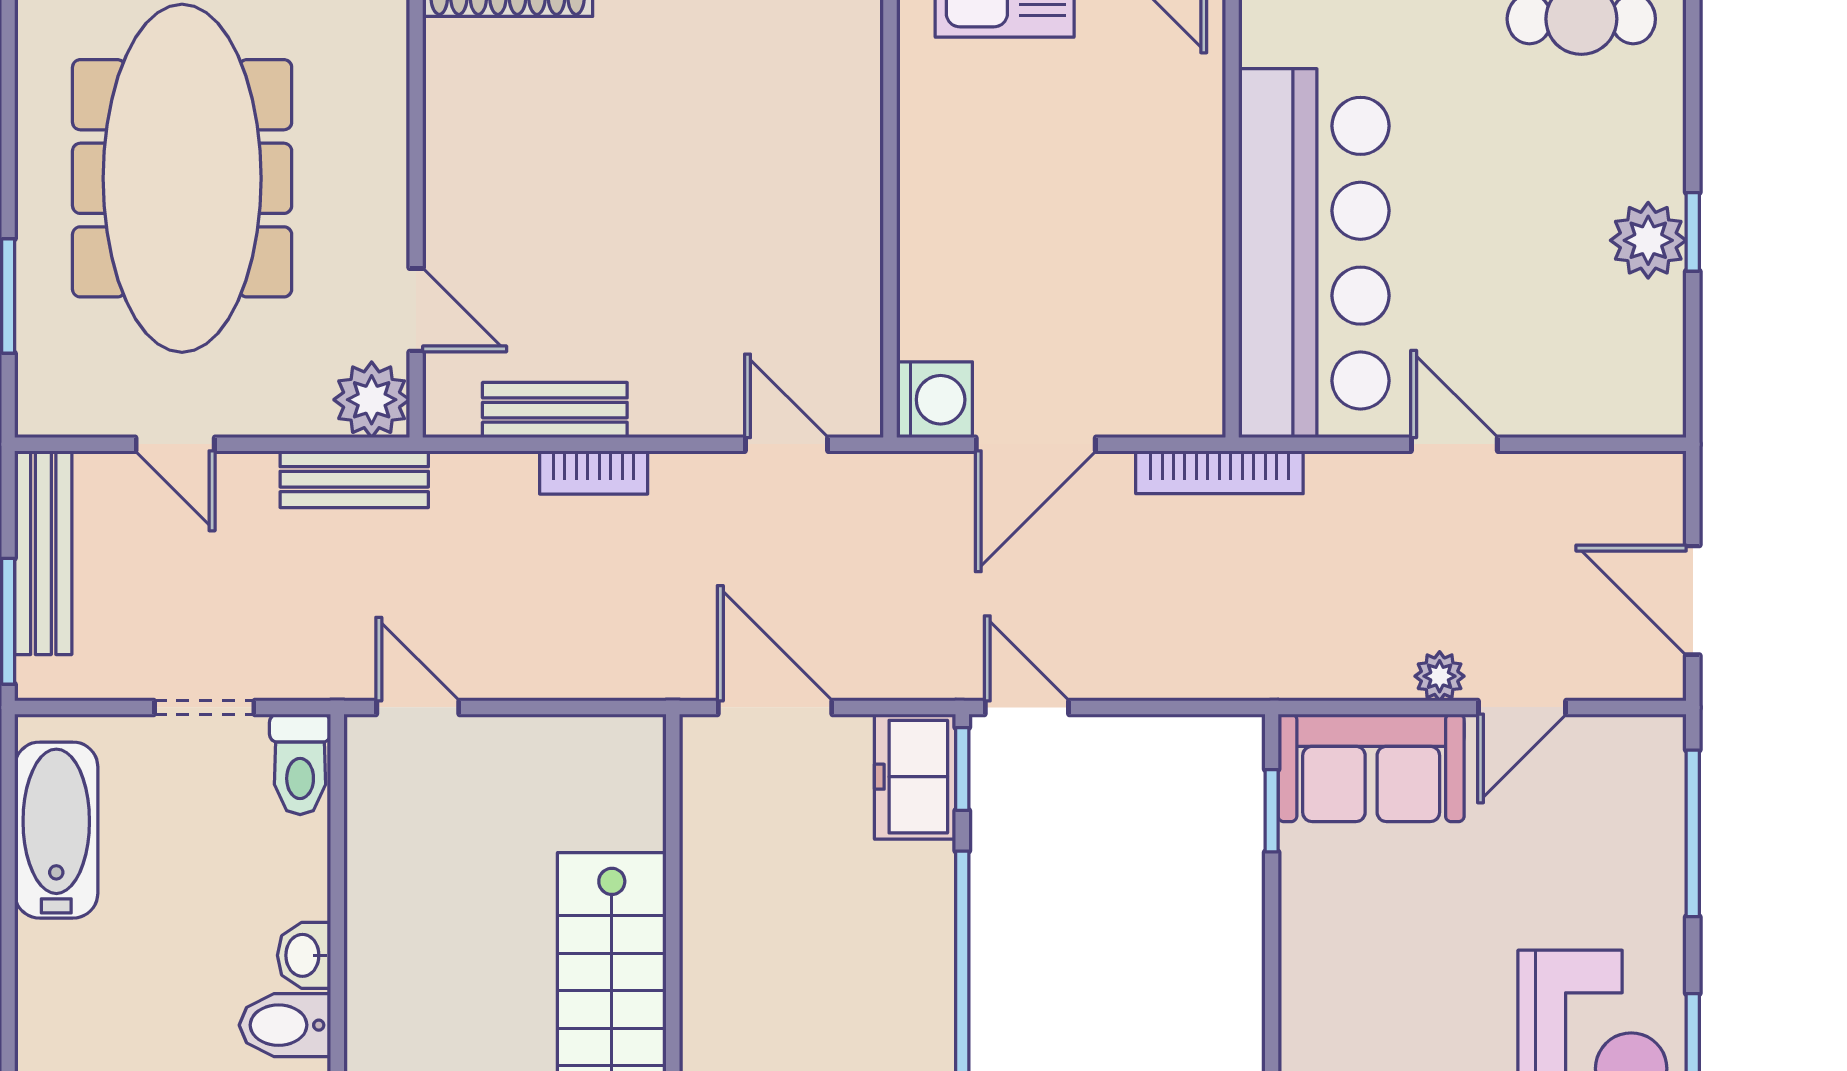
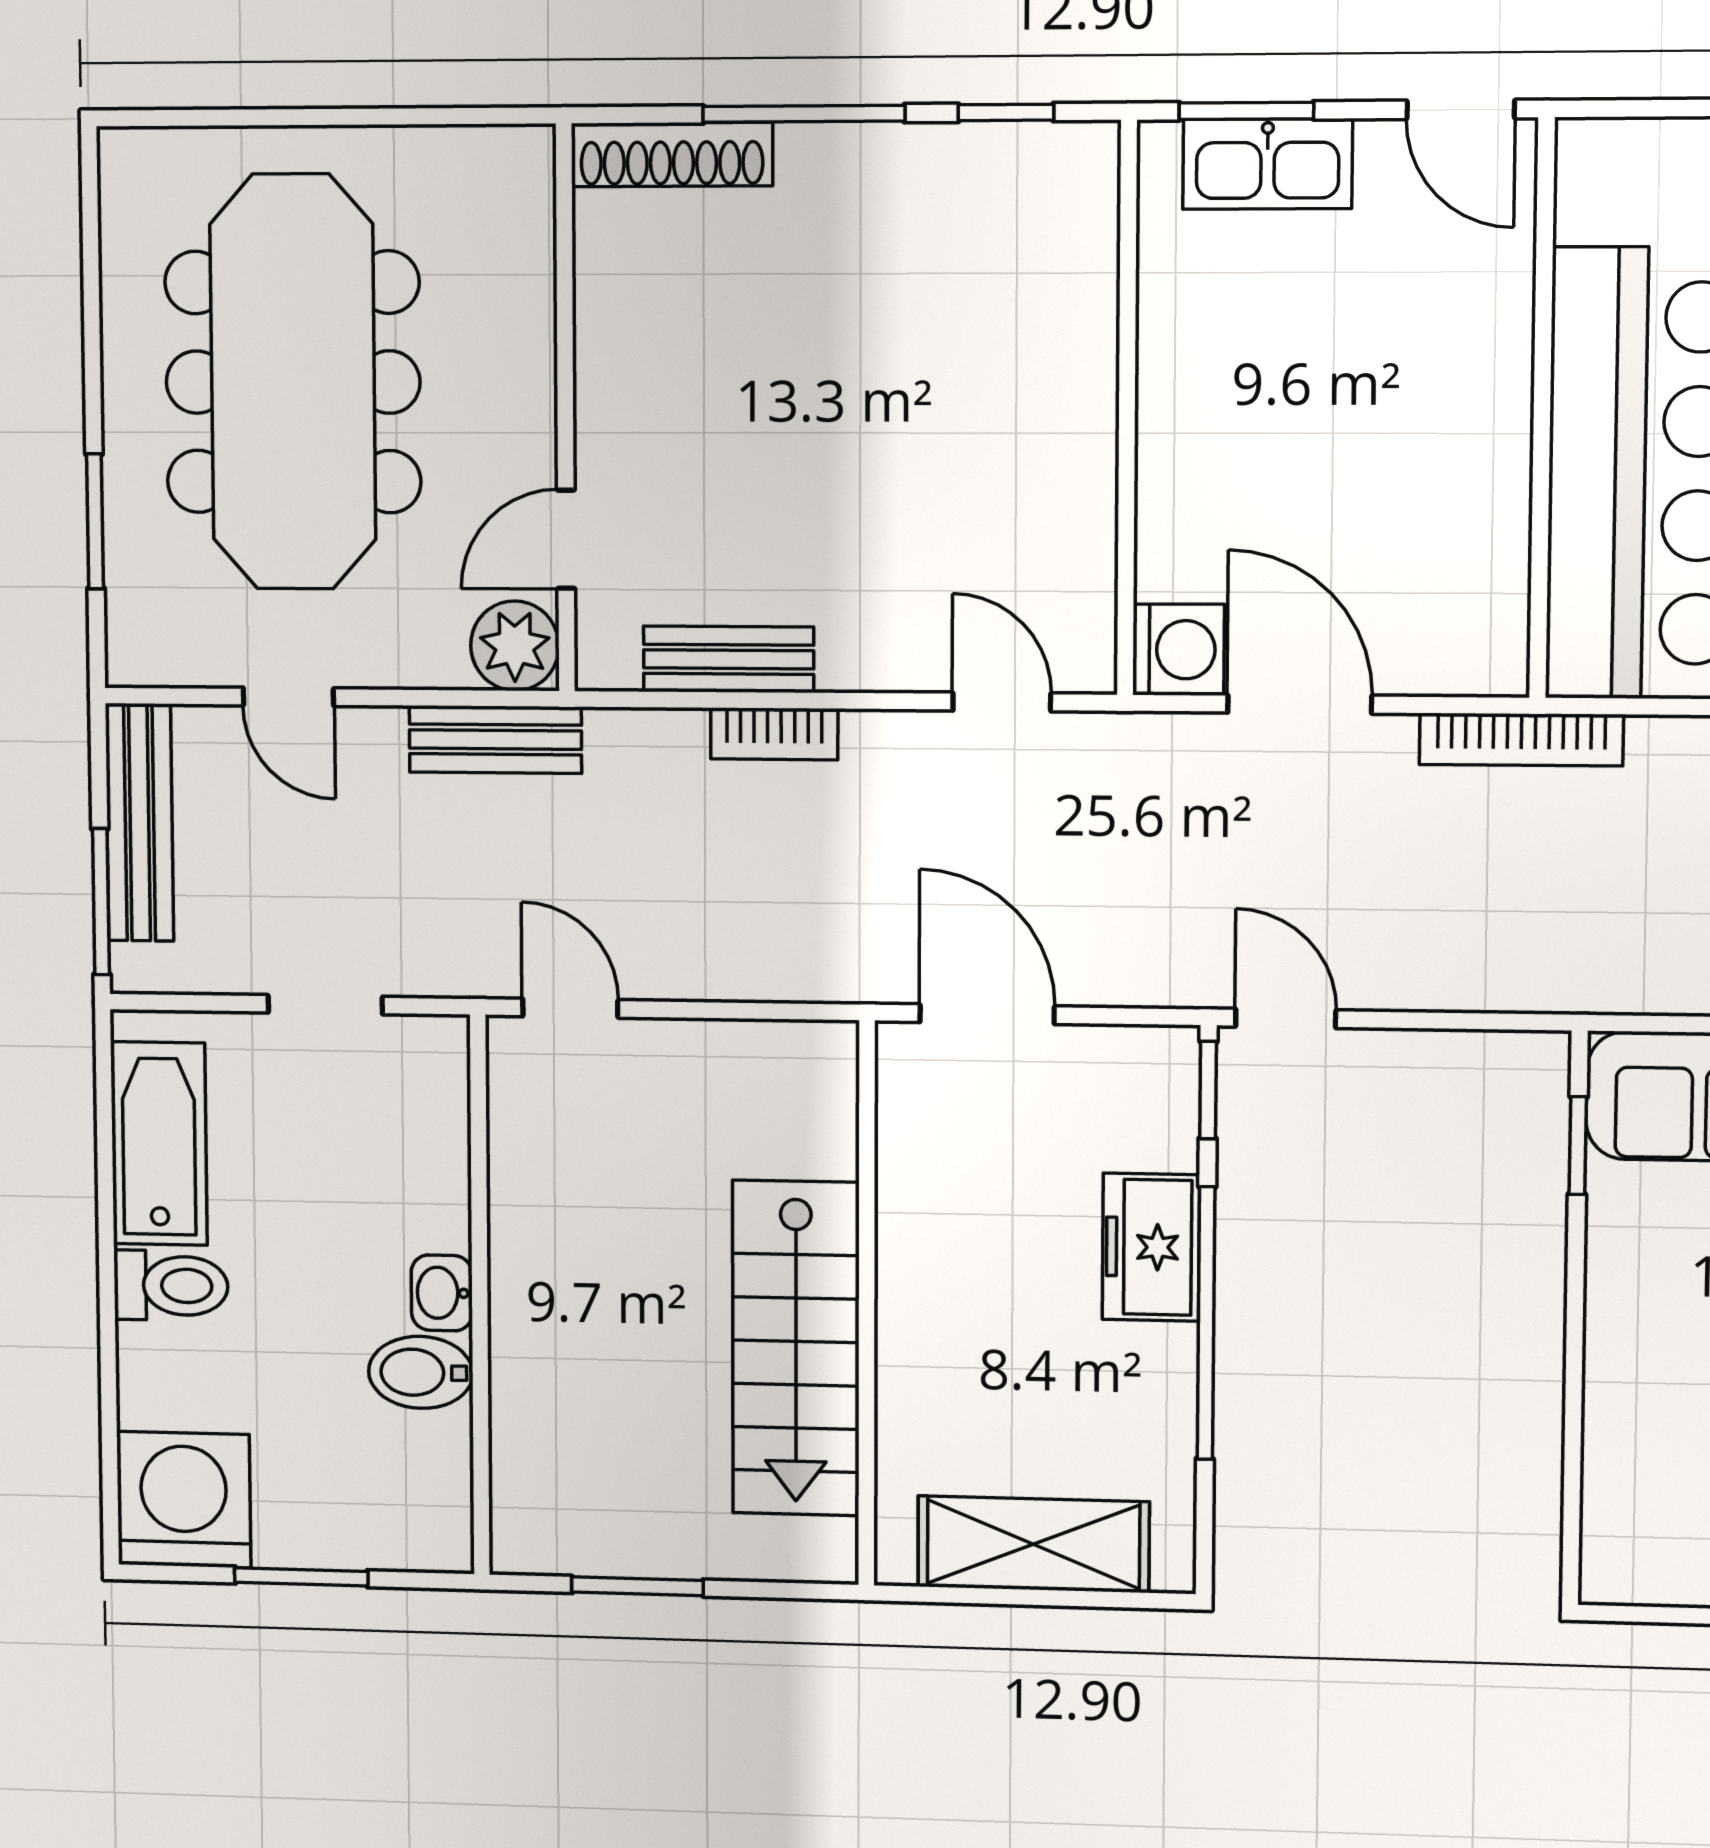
door: (416, 310) -> (566, 539), swing flipped
door: (1036, 444) -> (1300, 704), swing flipped
toilet: (300, 764) -> (171, 1286), moved, turned -90
freezer: (915, 777) -> (1151, 1247), moved

